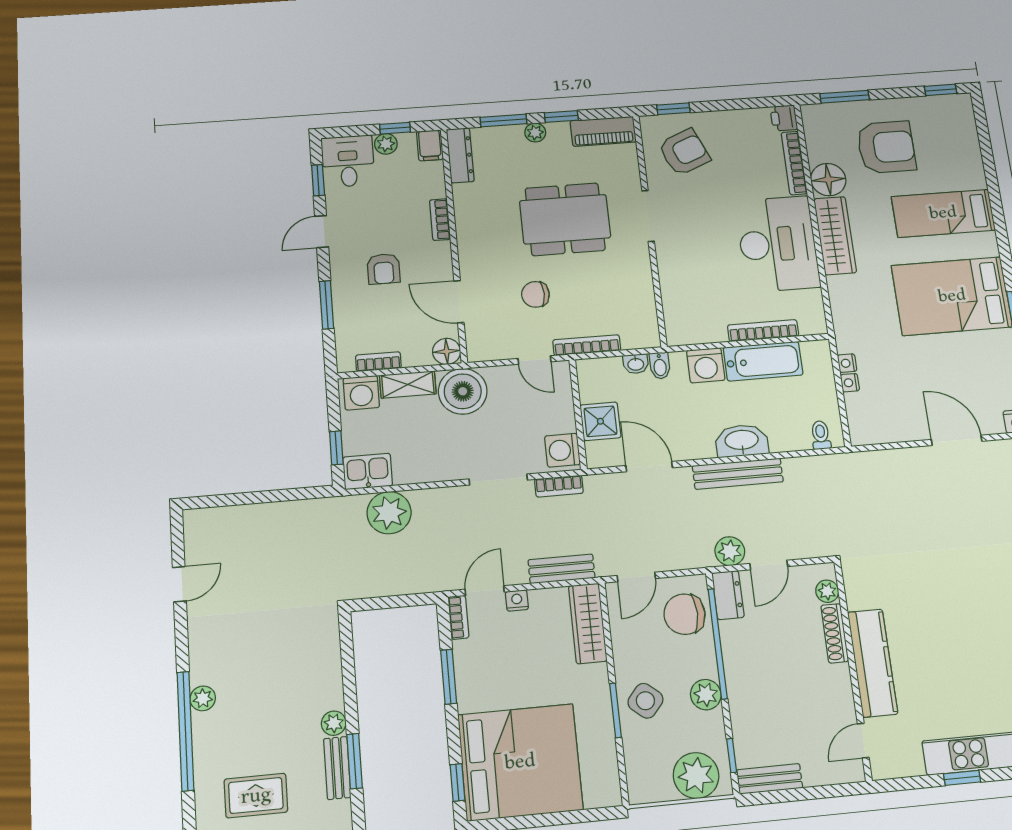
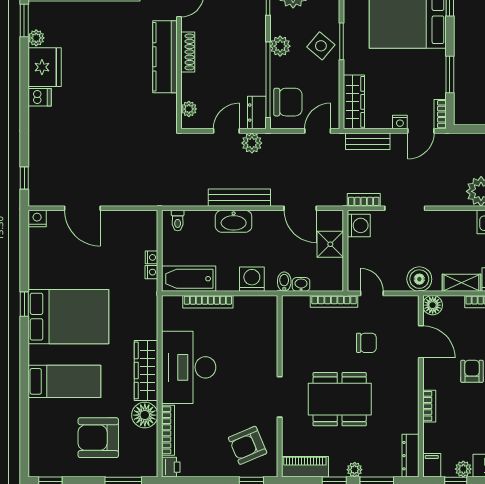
bathtub: (763, 361) -> (189, 279), moved
boiler: (463, 391) -> (419, 279), width x0.73, depth x0.73
shoe rack: (835, 633) -> (188, 52), moved

